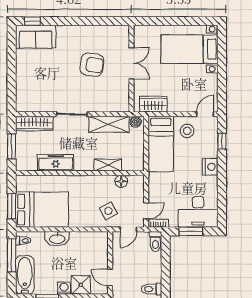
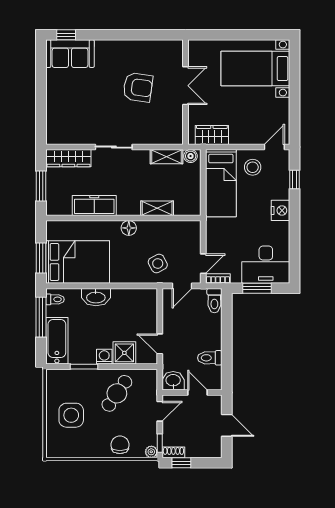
shelving: (109, 124) -> (166, 157), width x0.67, depth x0.75
floor lamp: (121, 181) -> (129, 228), moved

